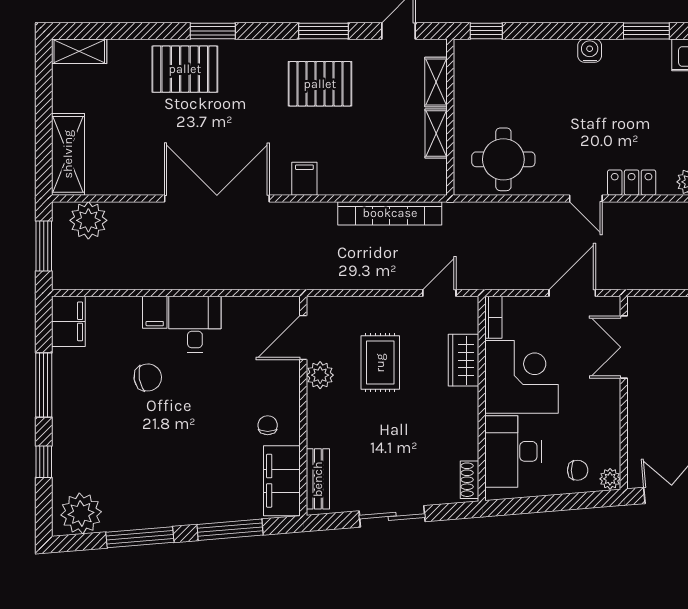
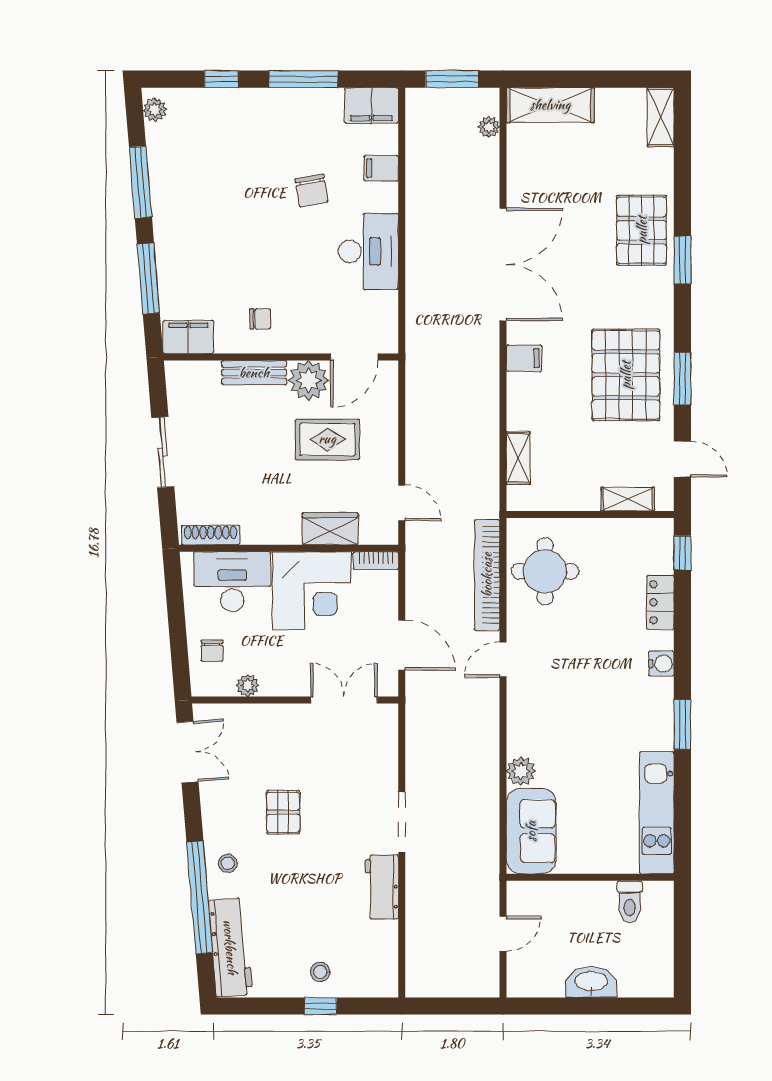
pallet: (320, 84) -> (626, 375), width x1.37, depth x1.41
shelving: (436, 133) -> (518, 458), moved, turned 90
locker: (632, 183) -> (660, 602), moved, turned 180
bookcase: (390, 213) -> (487, 575), moved
plant: (88, 220) -> (489, 127), width x0.53, depth x0.53
filing cabinet: (155, 312) -> (381, 168), moved
desk: (195, 324) -> (368, 251), width x1.37
door: (303, 337) -> (354, 357), swing flipped
plant: (320, 375) -> (309, 380), width x1.36, depth x1.36
bench: (318, 479) -> (254, 373), moved
plant: (610, 479) -> (248, 685), moved
shoe rack: (469, 480) -> (211, 535), width x1.43
filing cabinet: (282, 481) -> (188, 337), width x0.67, depth x0.86
plant: (81, 513) -> (155, 110), width x0.53, depth x0.53

